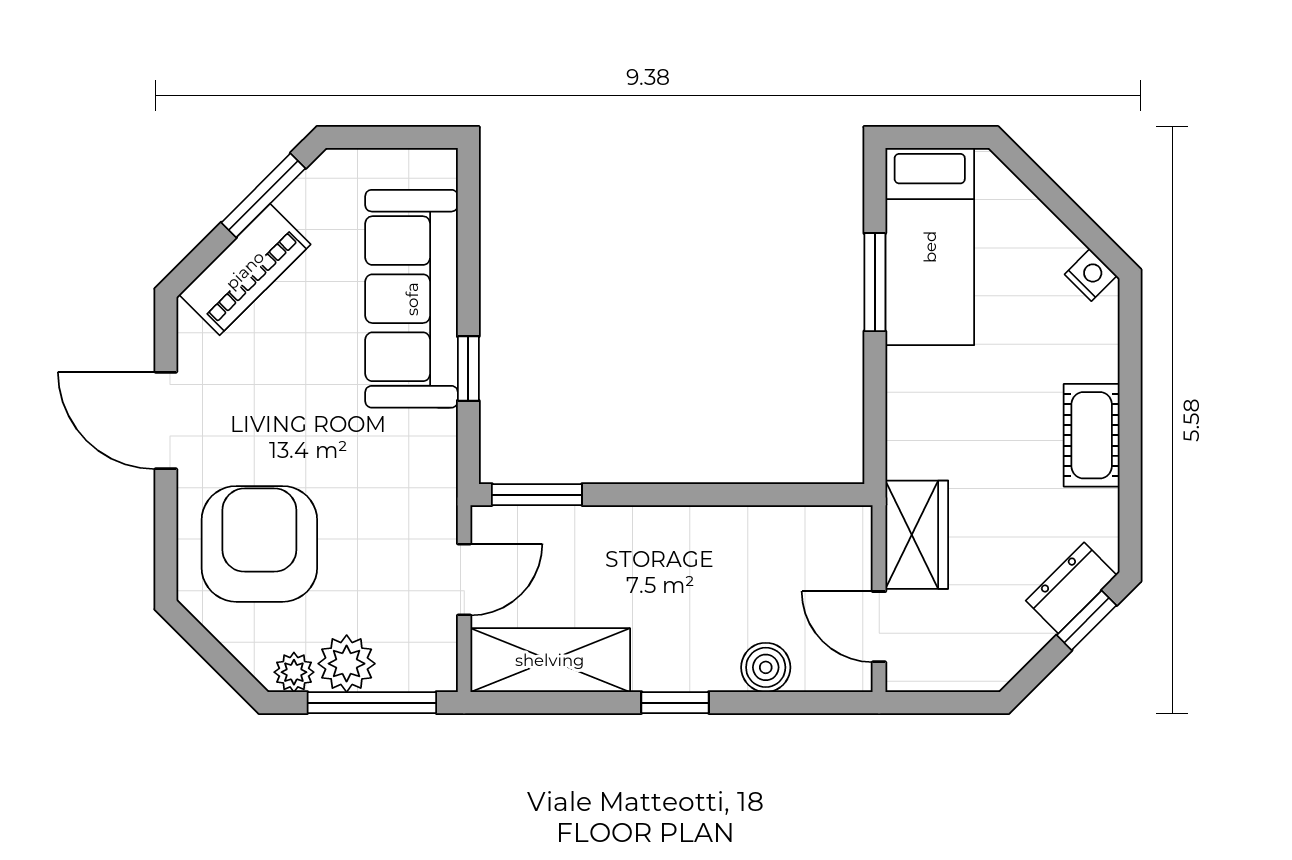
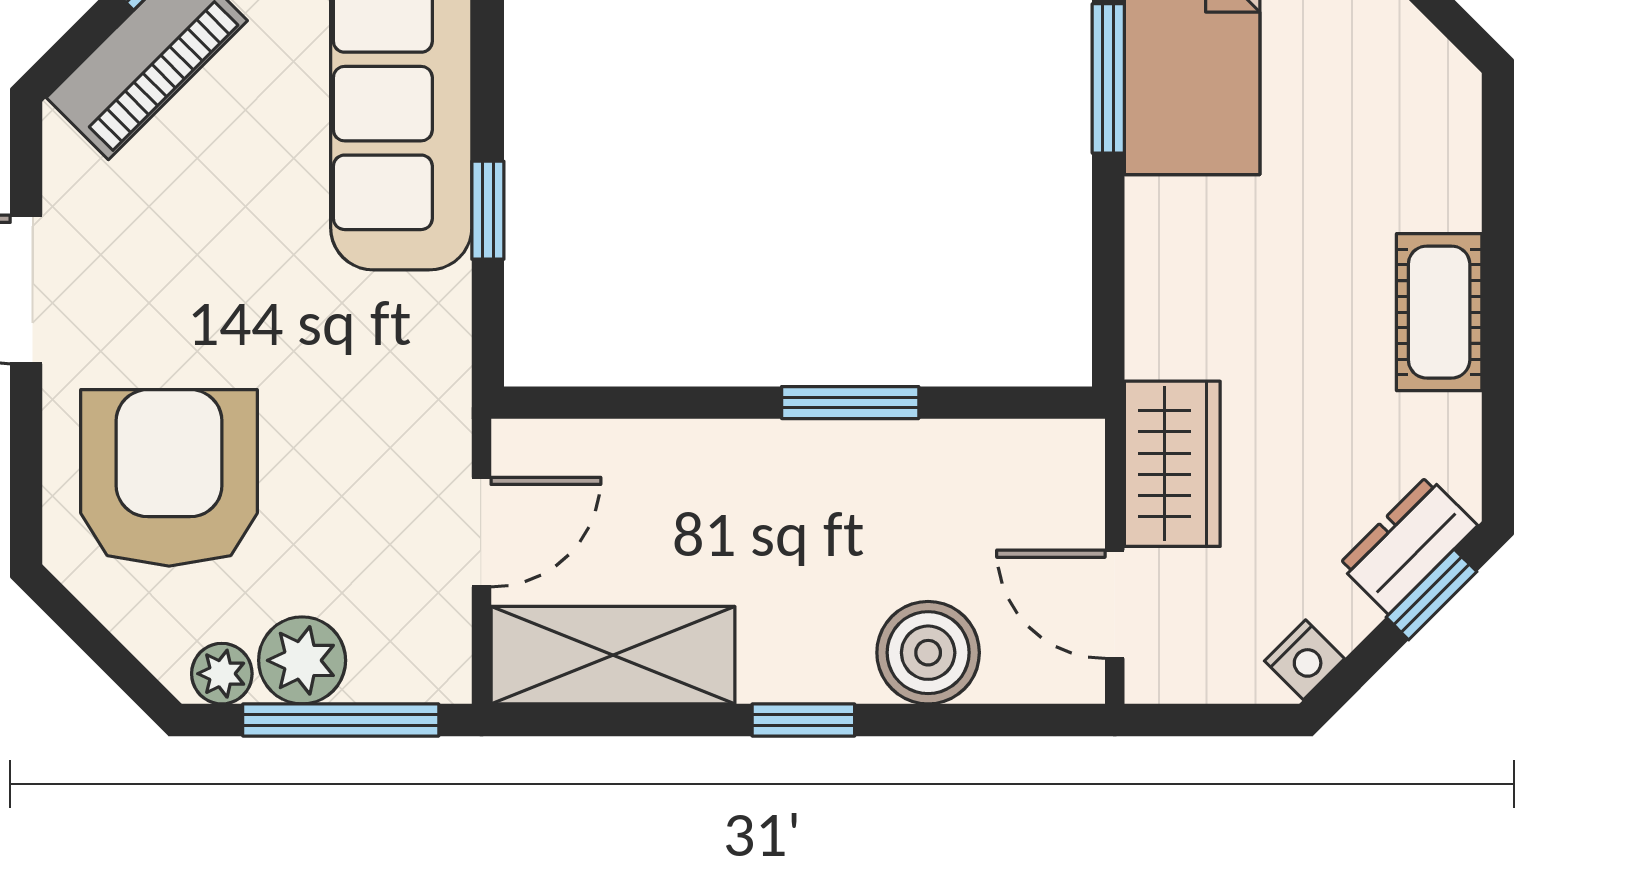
nightstand: (1091, 275) -> (1304, 660), moved, turned 90
window: (537, 495) -> (850, 403), moved
boiler: (766, 667) -> (928, 653), width x1.36, depth x1.36

